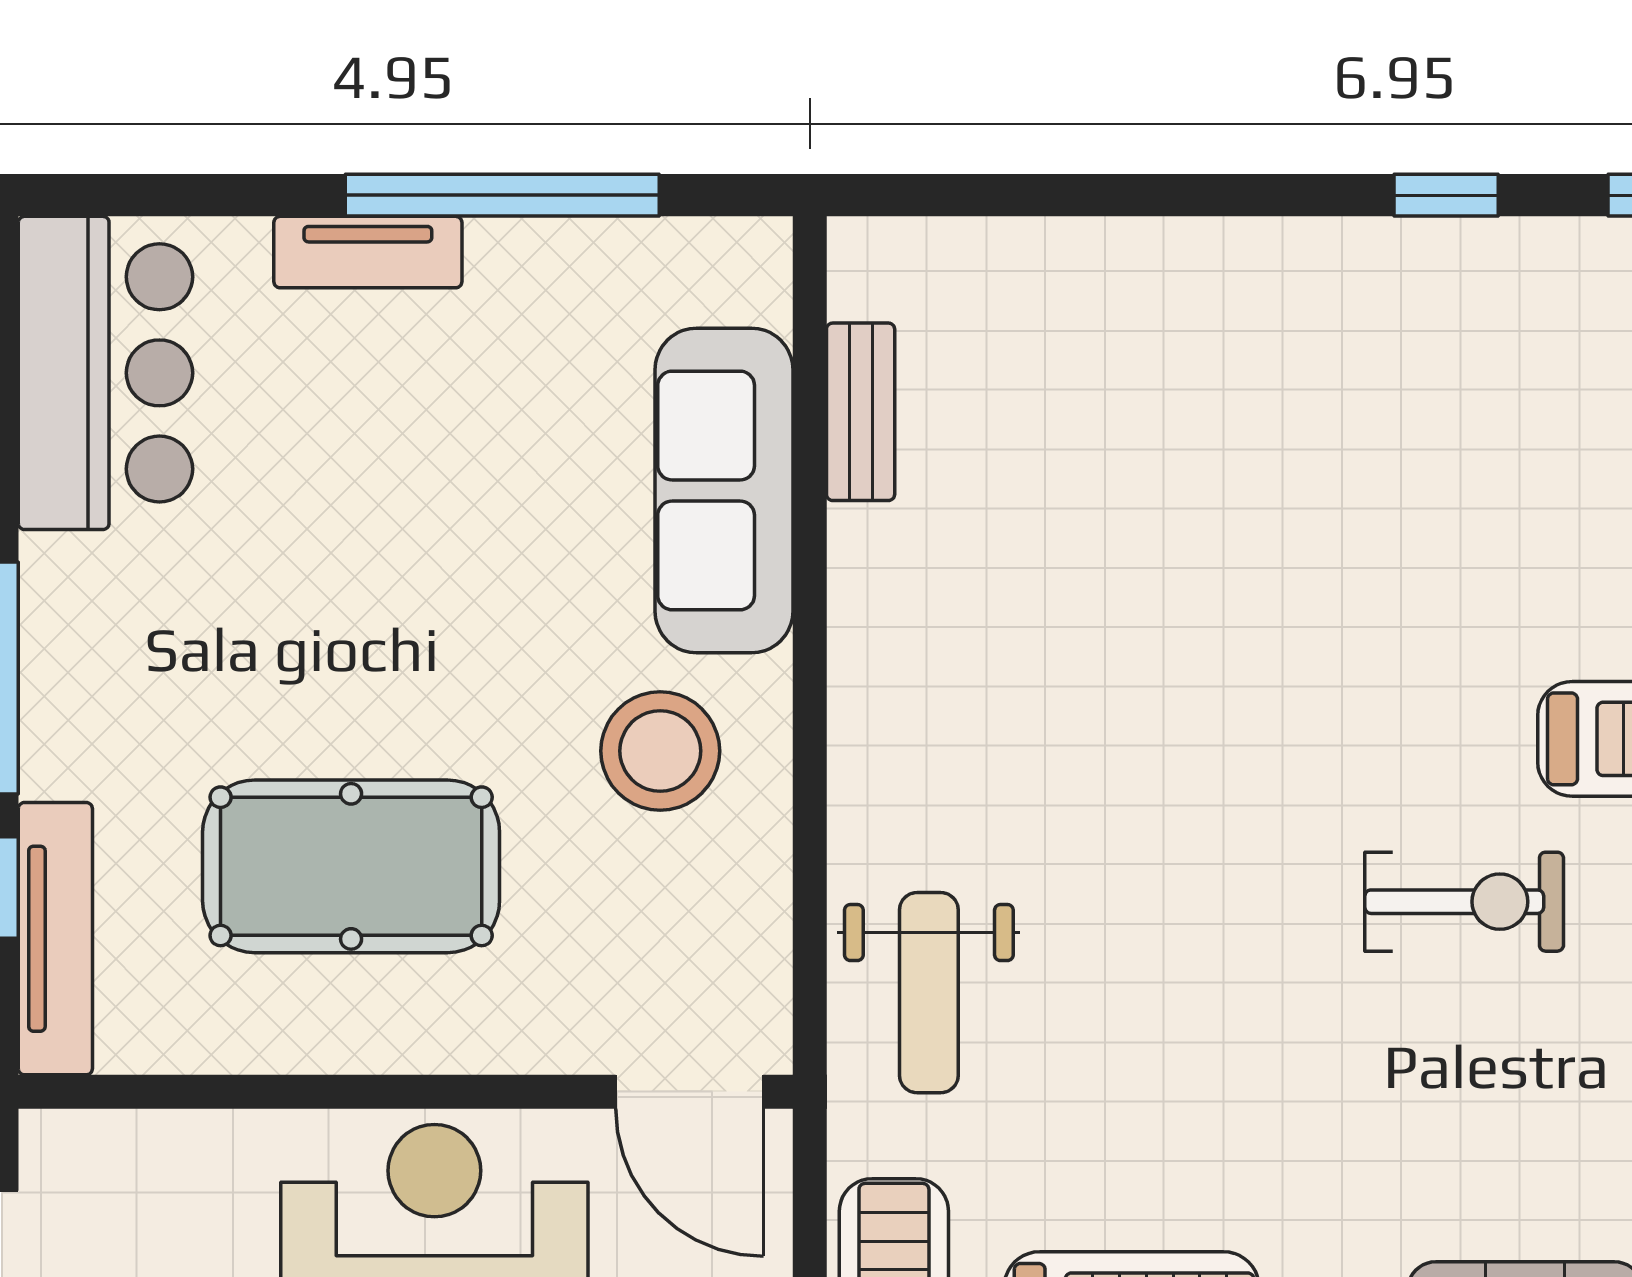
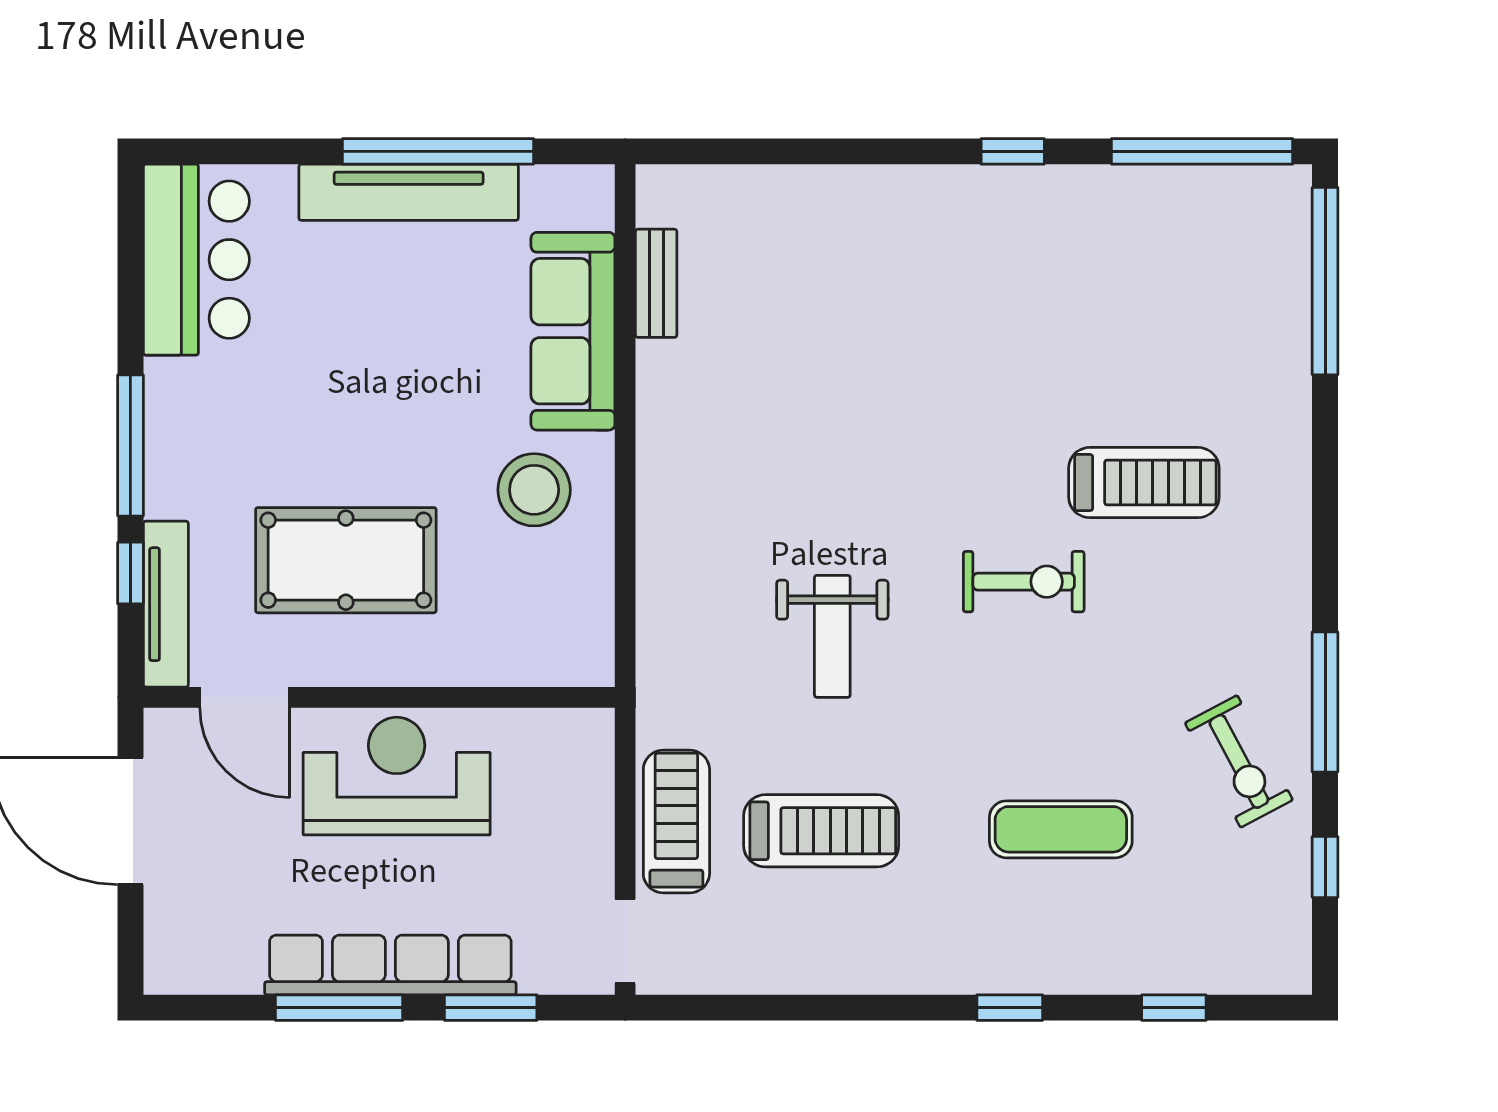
tv unit: (368, 252) -> (409, 192), width x1.92, depth x1.29
weight bench: (929, 993) -> (832, 636), moved
door: (689, 1092) -> (245, 697), moved

